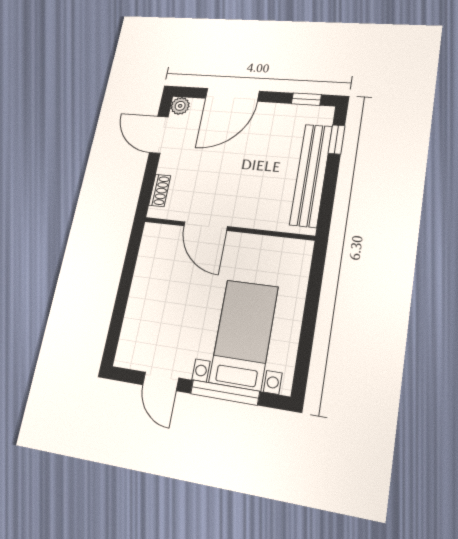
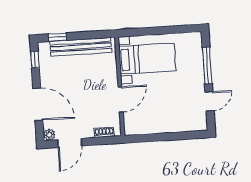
bed with nightstands: (244, 334) -> (147, 58), moved, turned 180

